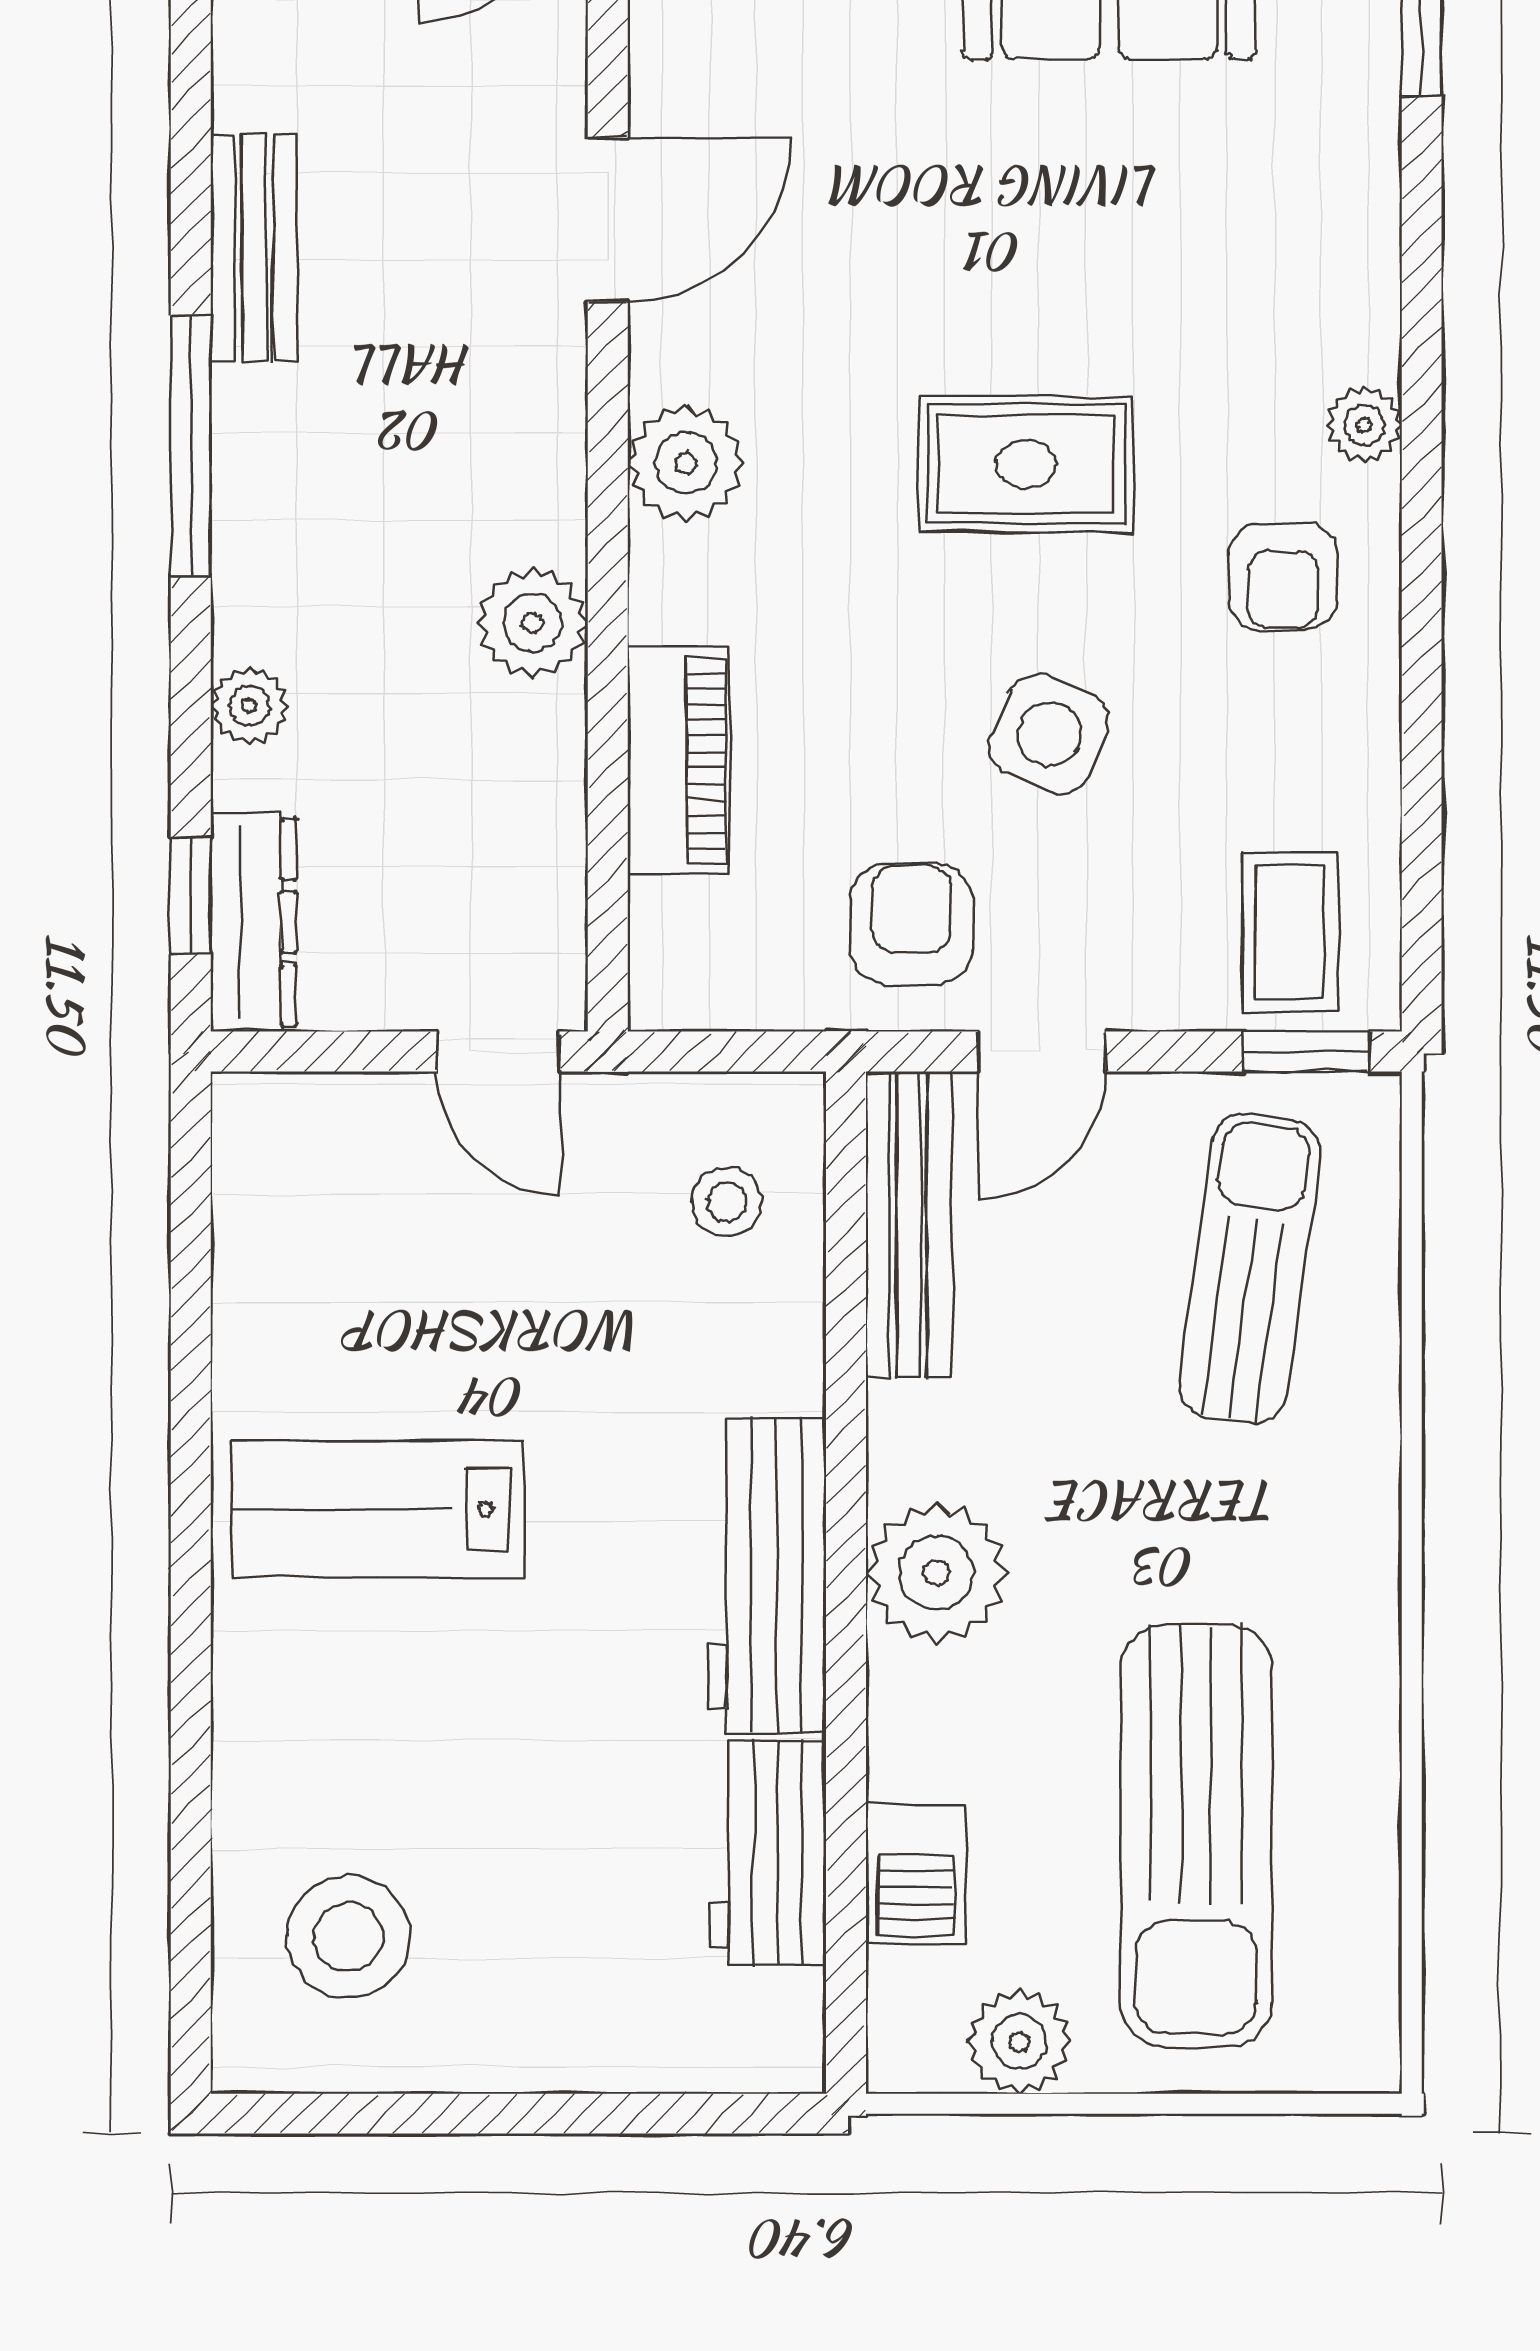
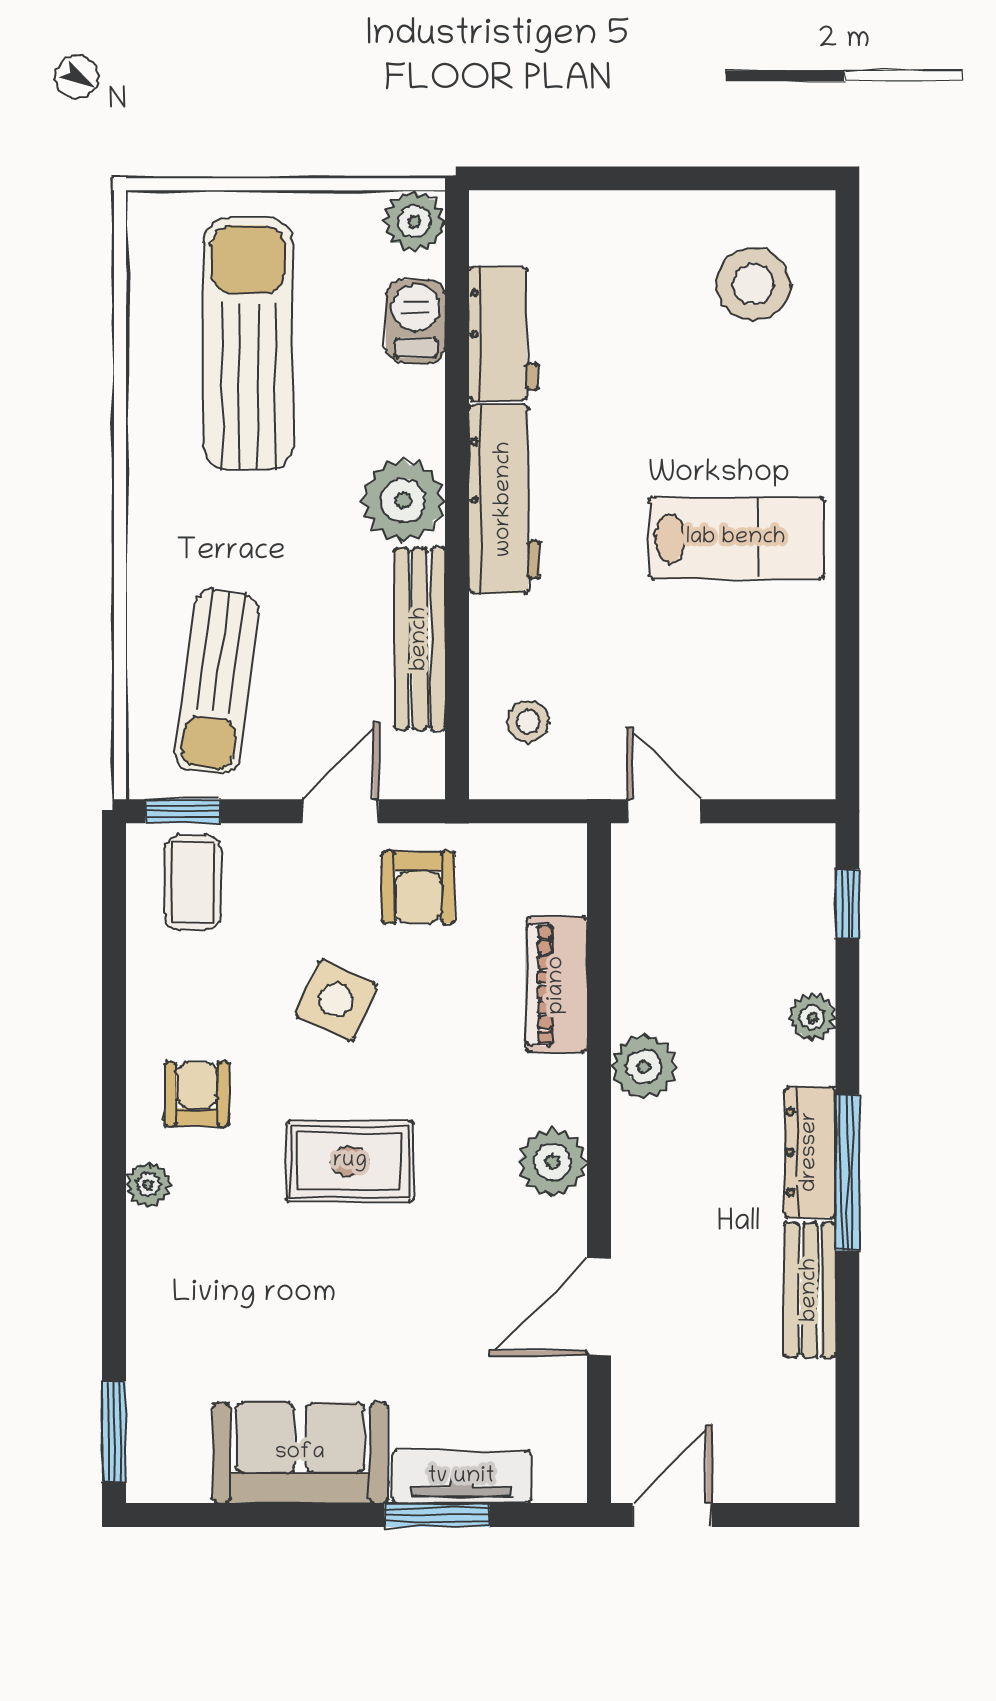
dresser: (254, 922) -> (810, 1152), moved
bench: (909, 1225) -> (420, 639), moved
plant: (1019, 2042) -> (414, 221), moved

